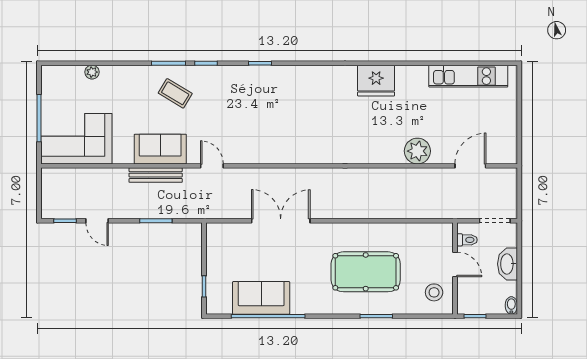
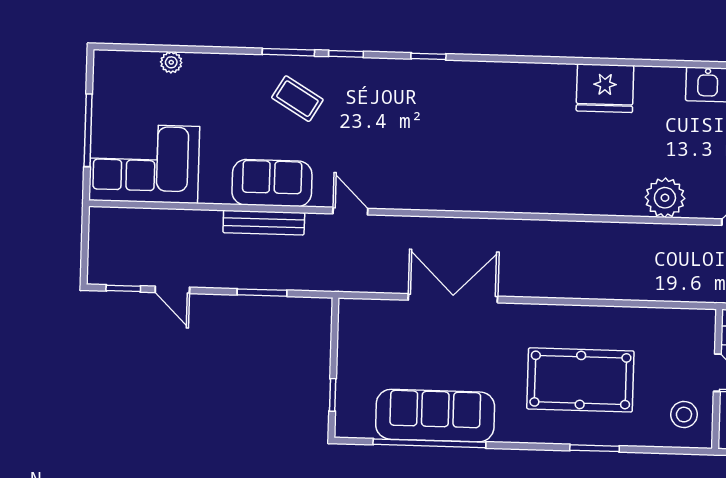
sofa: (261, 298) -> (435, 416), width x1.36

